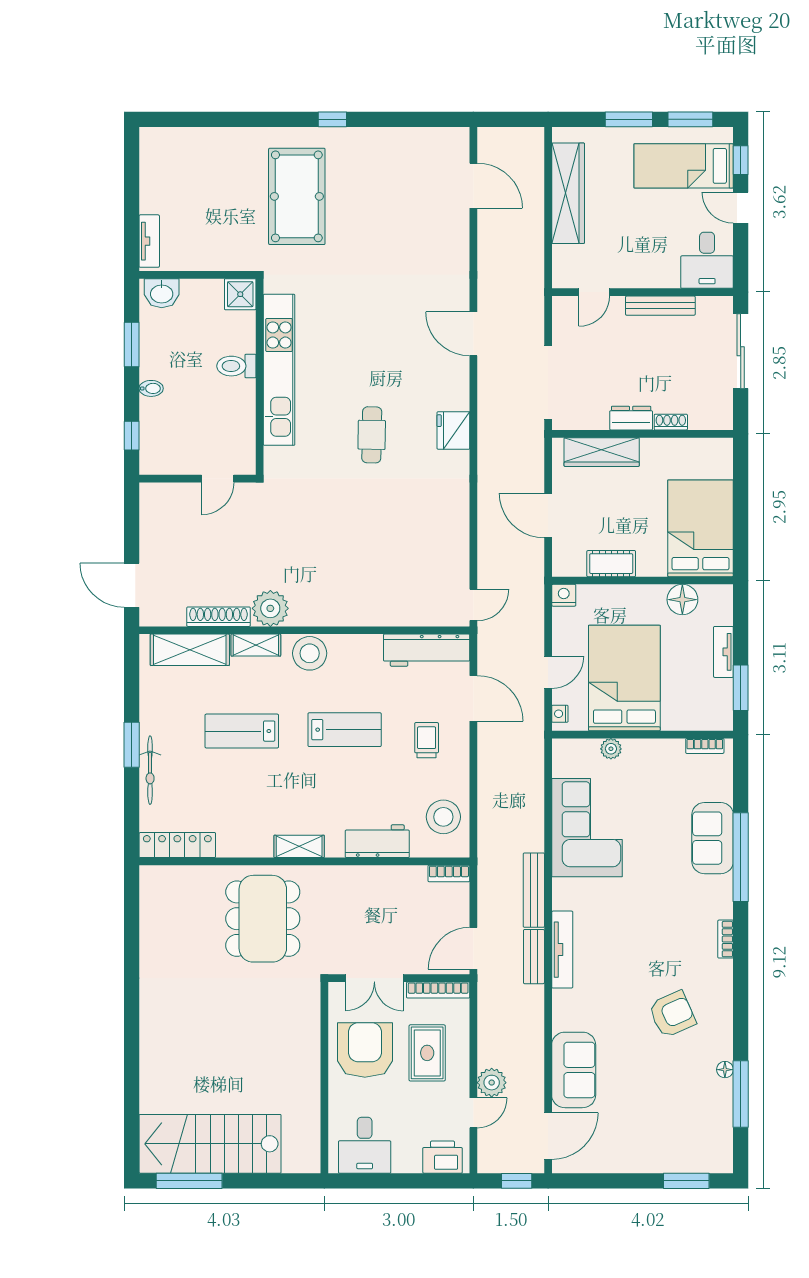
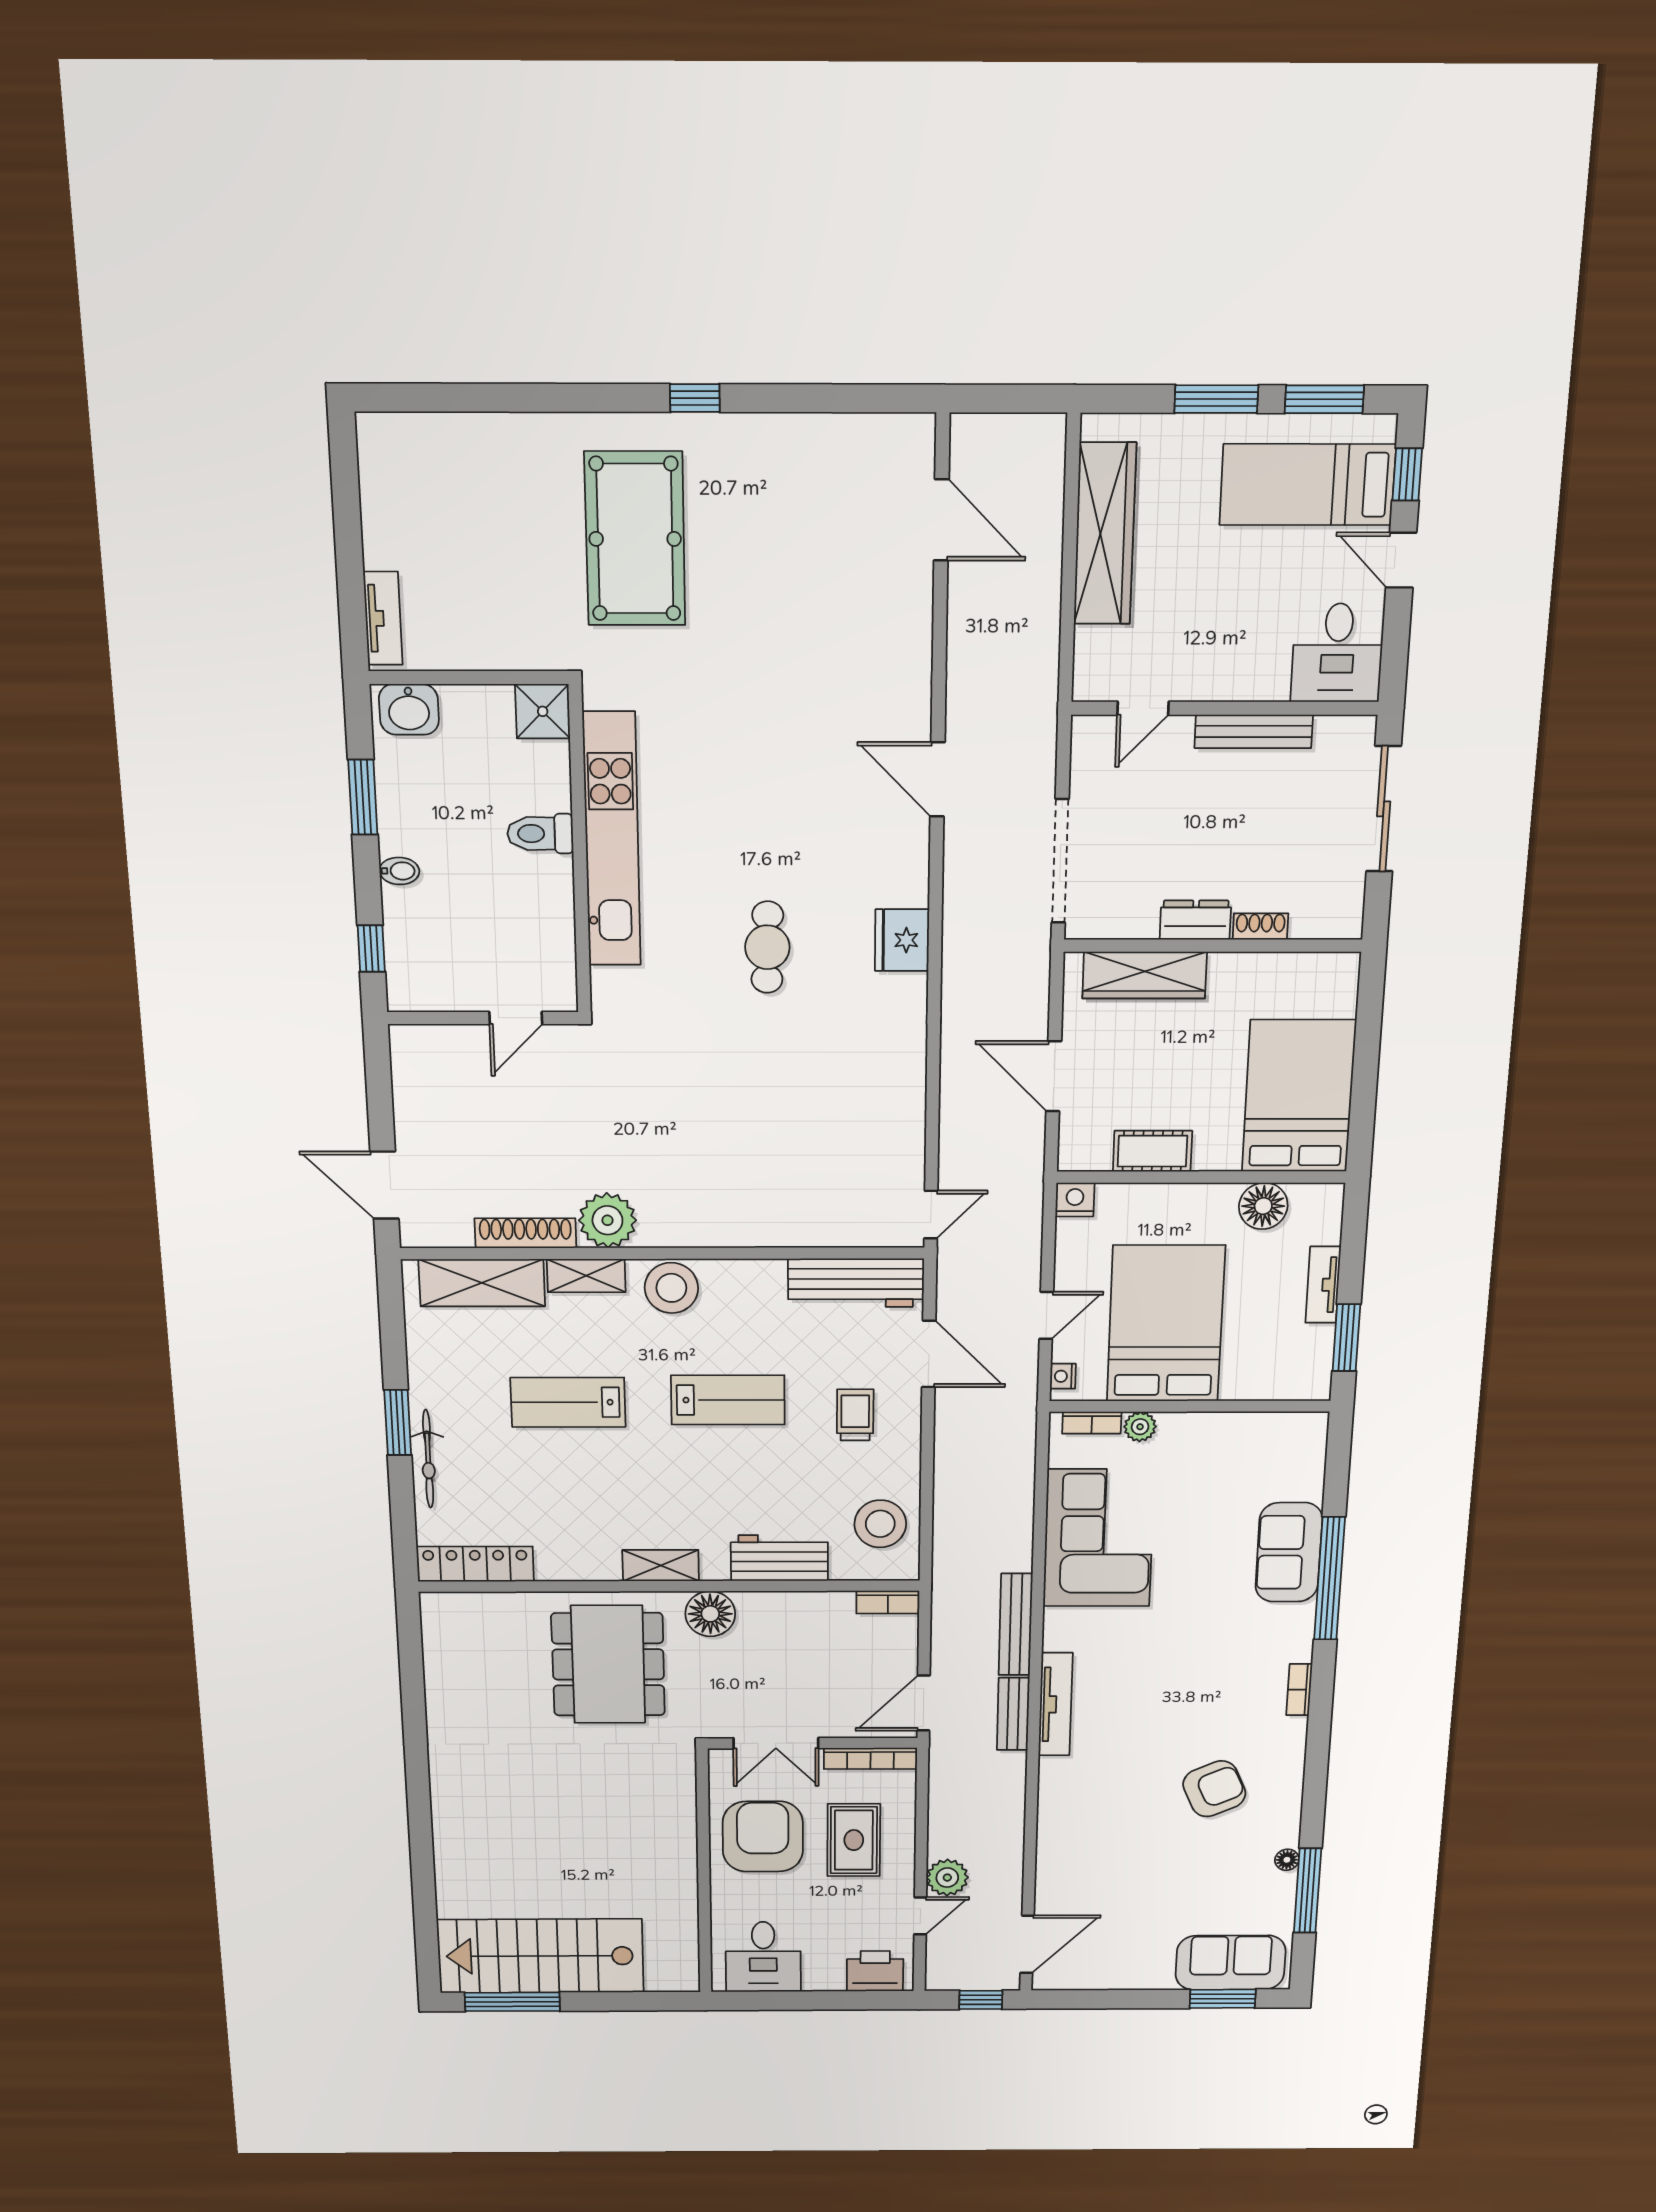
bookcase: (705, 746) -> (1092, 1423), moved
floor lamp: (331, 882) -> (710, 1614), added
sofa: (574, 1070) -> (1231, 1963), moved, turned -90

